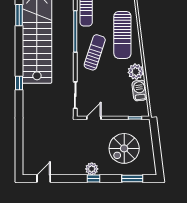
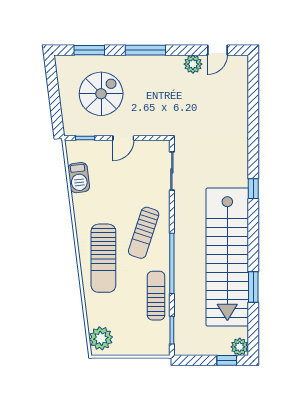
sun lounger: (122, 35) -> (103, 258), turned 180
plant: (136, 72) -> (84, 205), removed
door: (94, 118) -> (123, 138), moved
plant: (92, 169) -> (193, 64), moved
window: (93, 179) -> (145, 50), width x2.17

